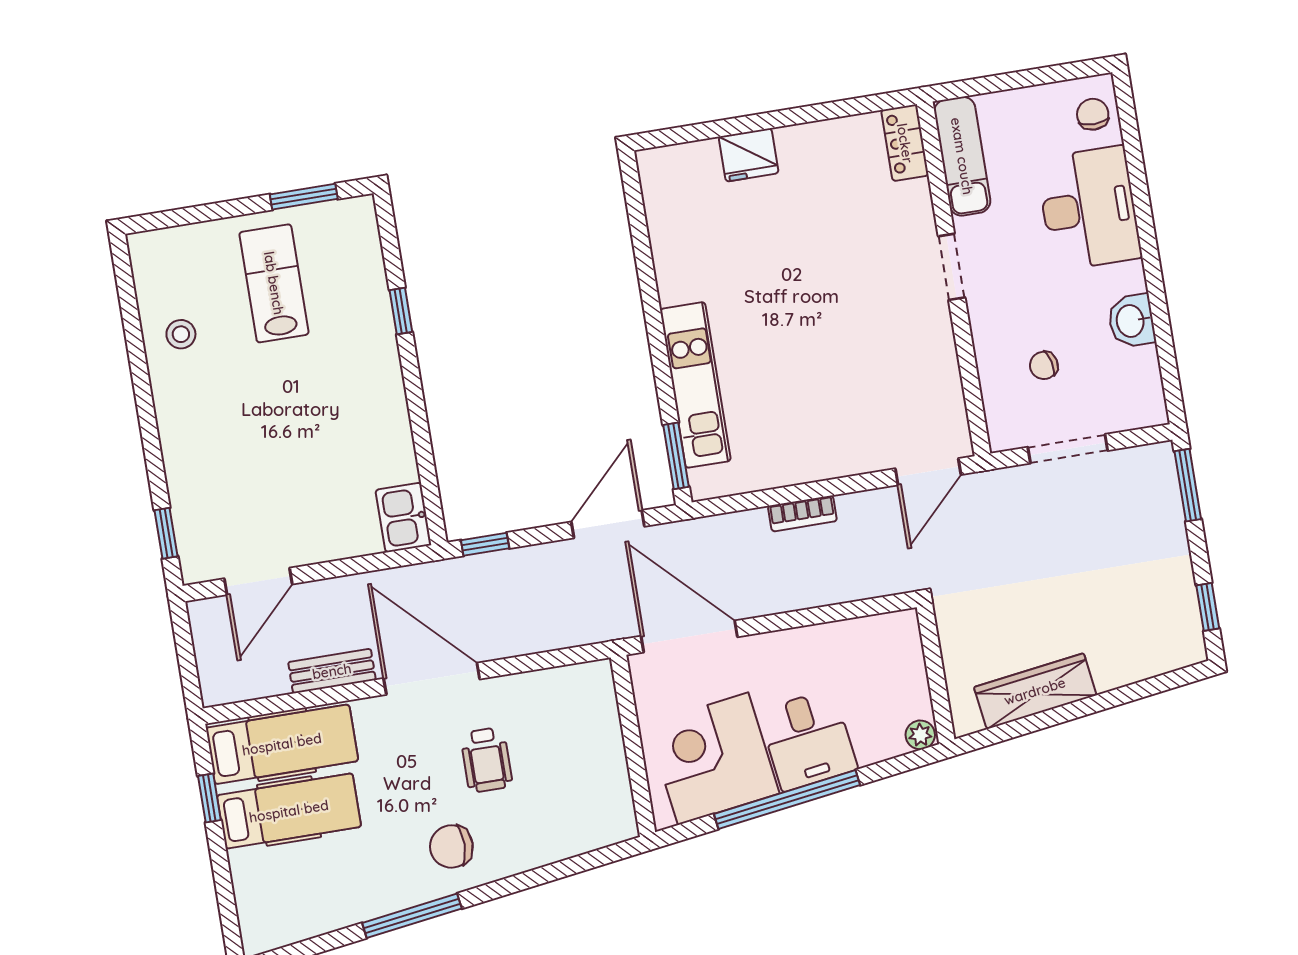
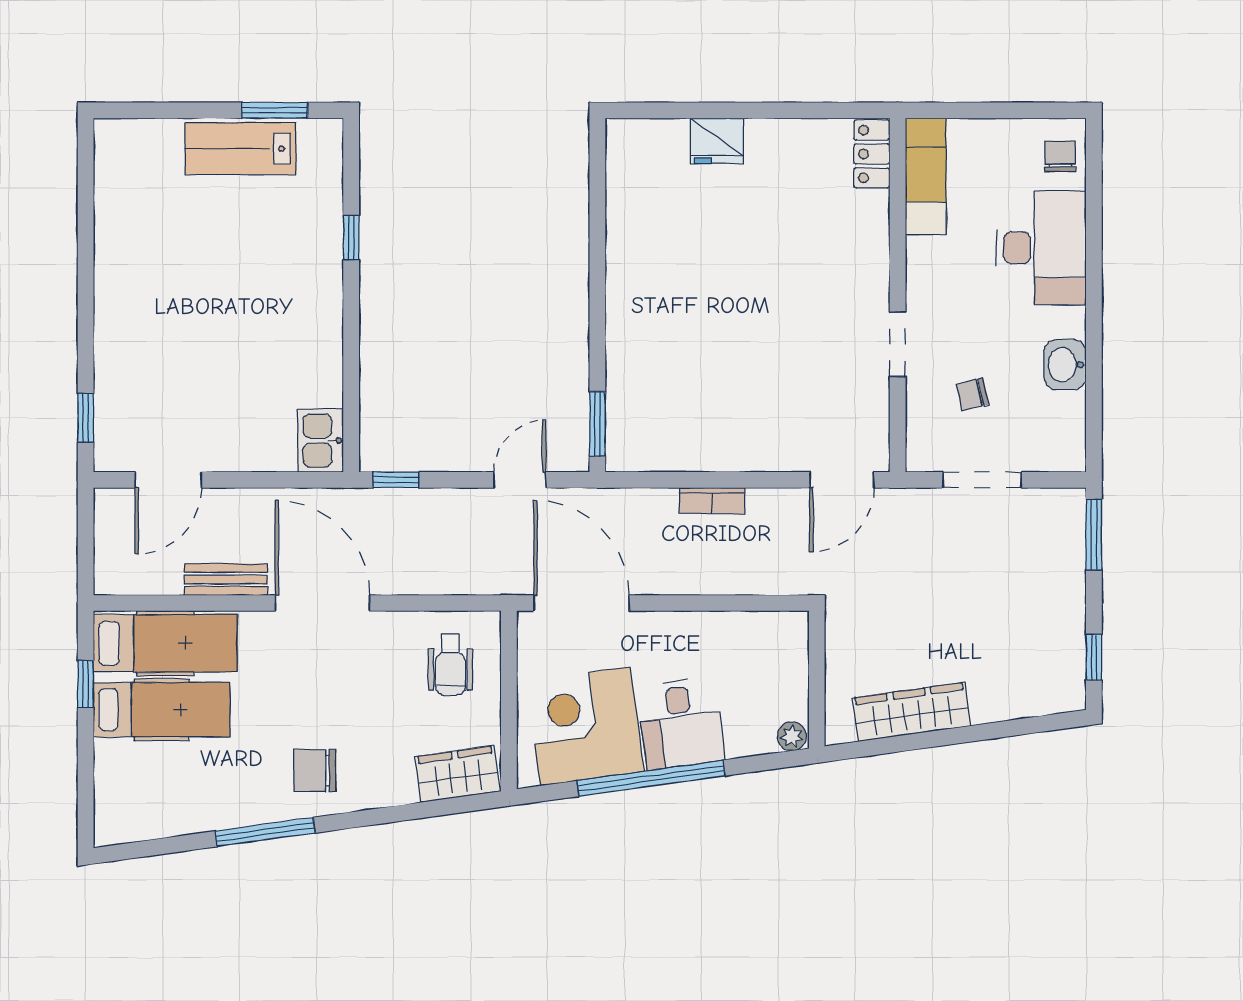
doorway: (952, 267) -> (898, 344), moved
lab bench: (274, 283) -> (240, 149), moved, turned -90
stool: (181, 334) -> (132, 225), removed
kitchen unit: (695, 385) -> (628, 358), removed
door: (608, 524) -> (520, 480), width x0.73
wheelchair: (486, 760) -> (450, 665), moved
wardrobe: (594, 827) -> (457, 774), added

